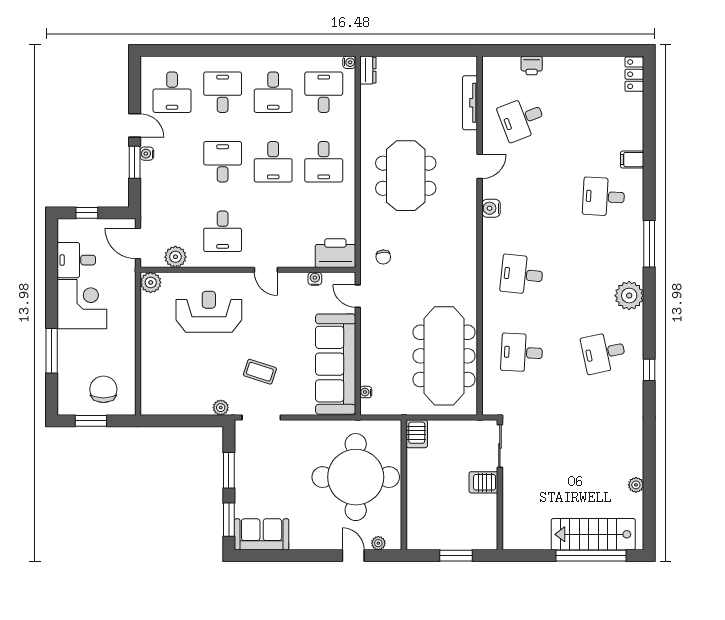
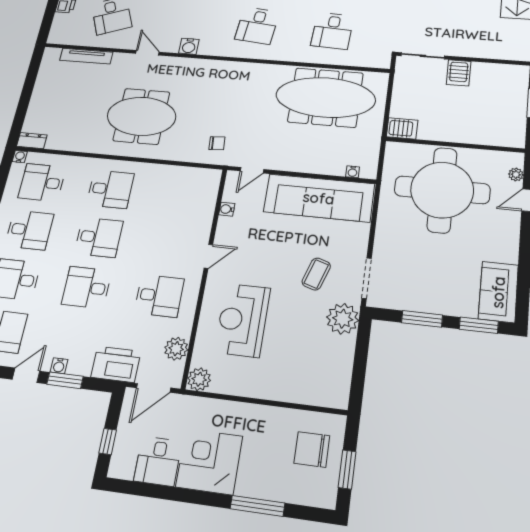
printer: (335, 253) -> (116, 364), moved, turned 90
plant: (221, 408) -> (343, 319), width x1.88, depth x1.88

